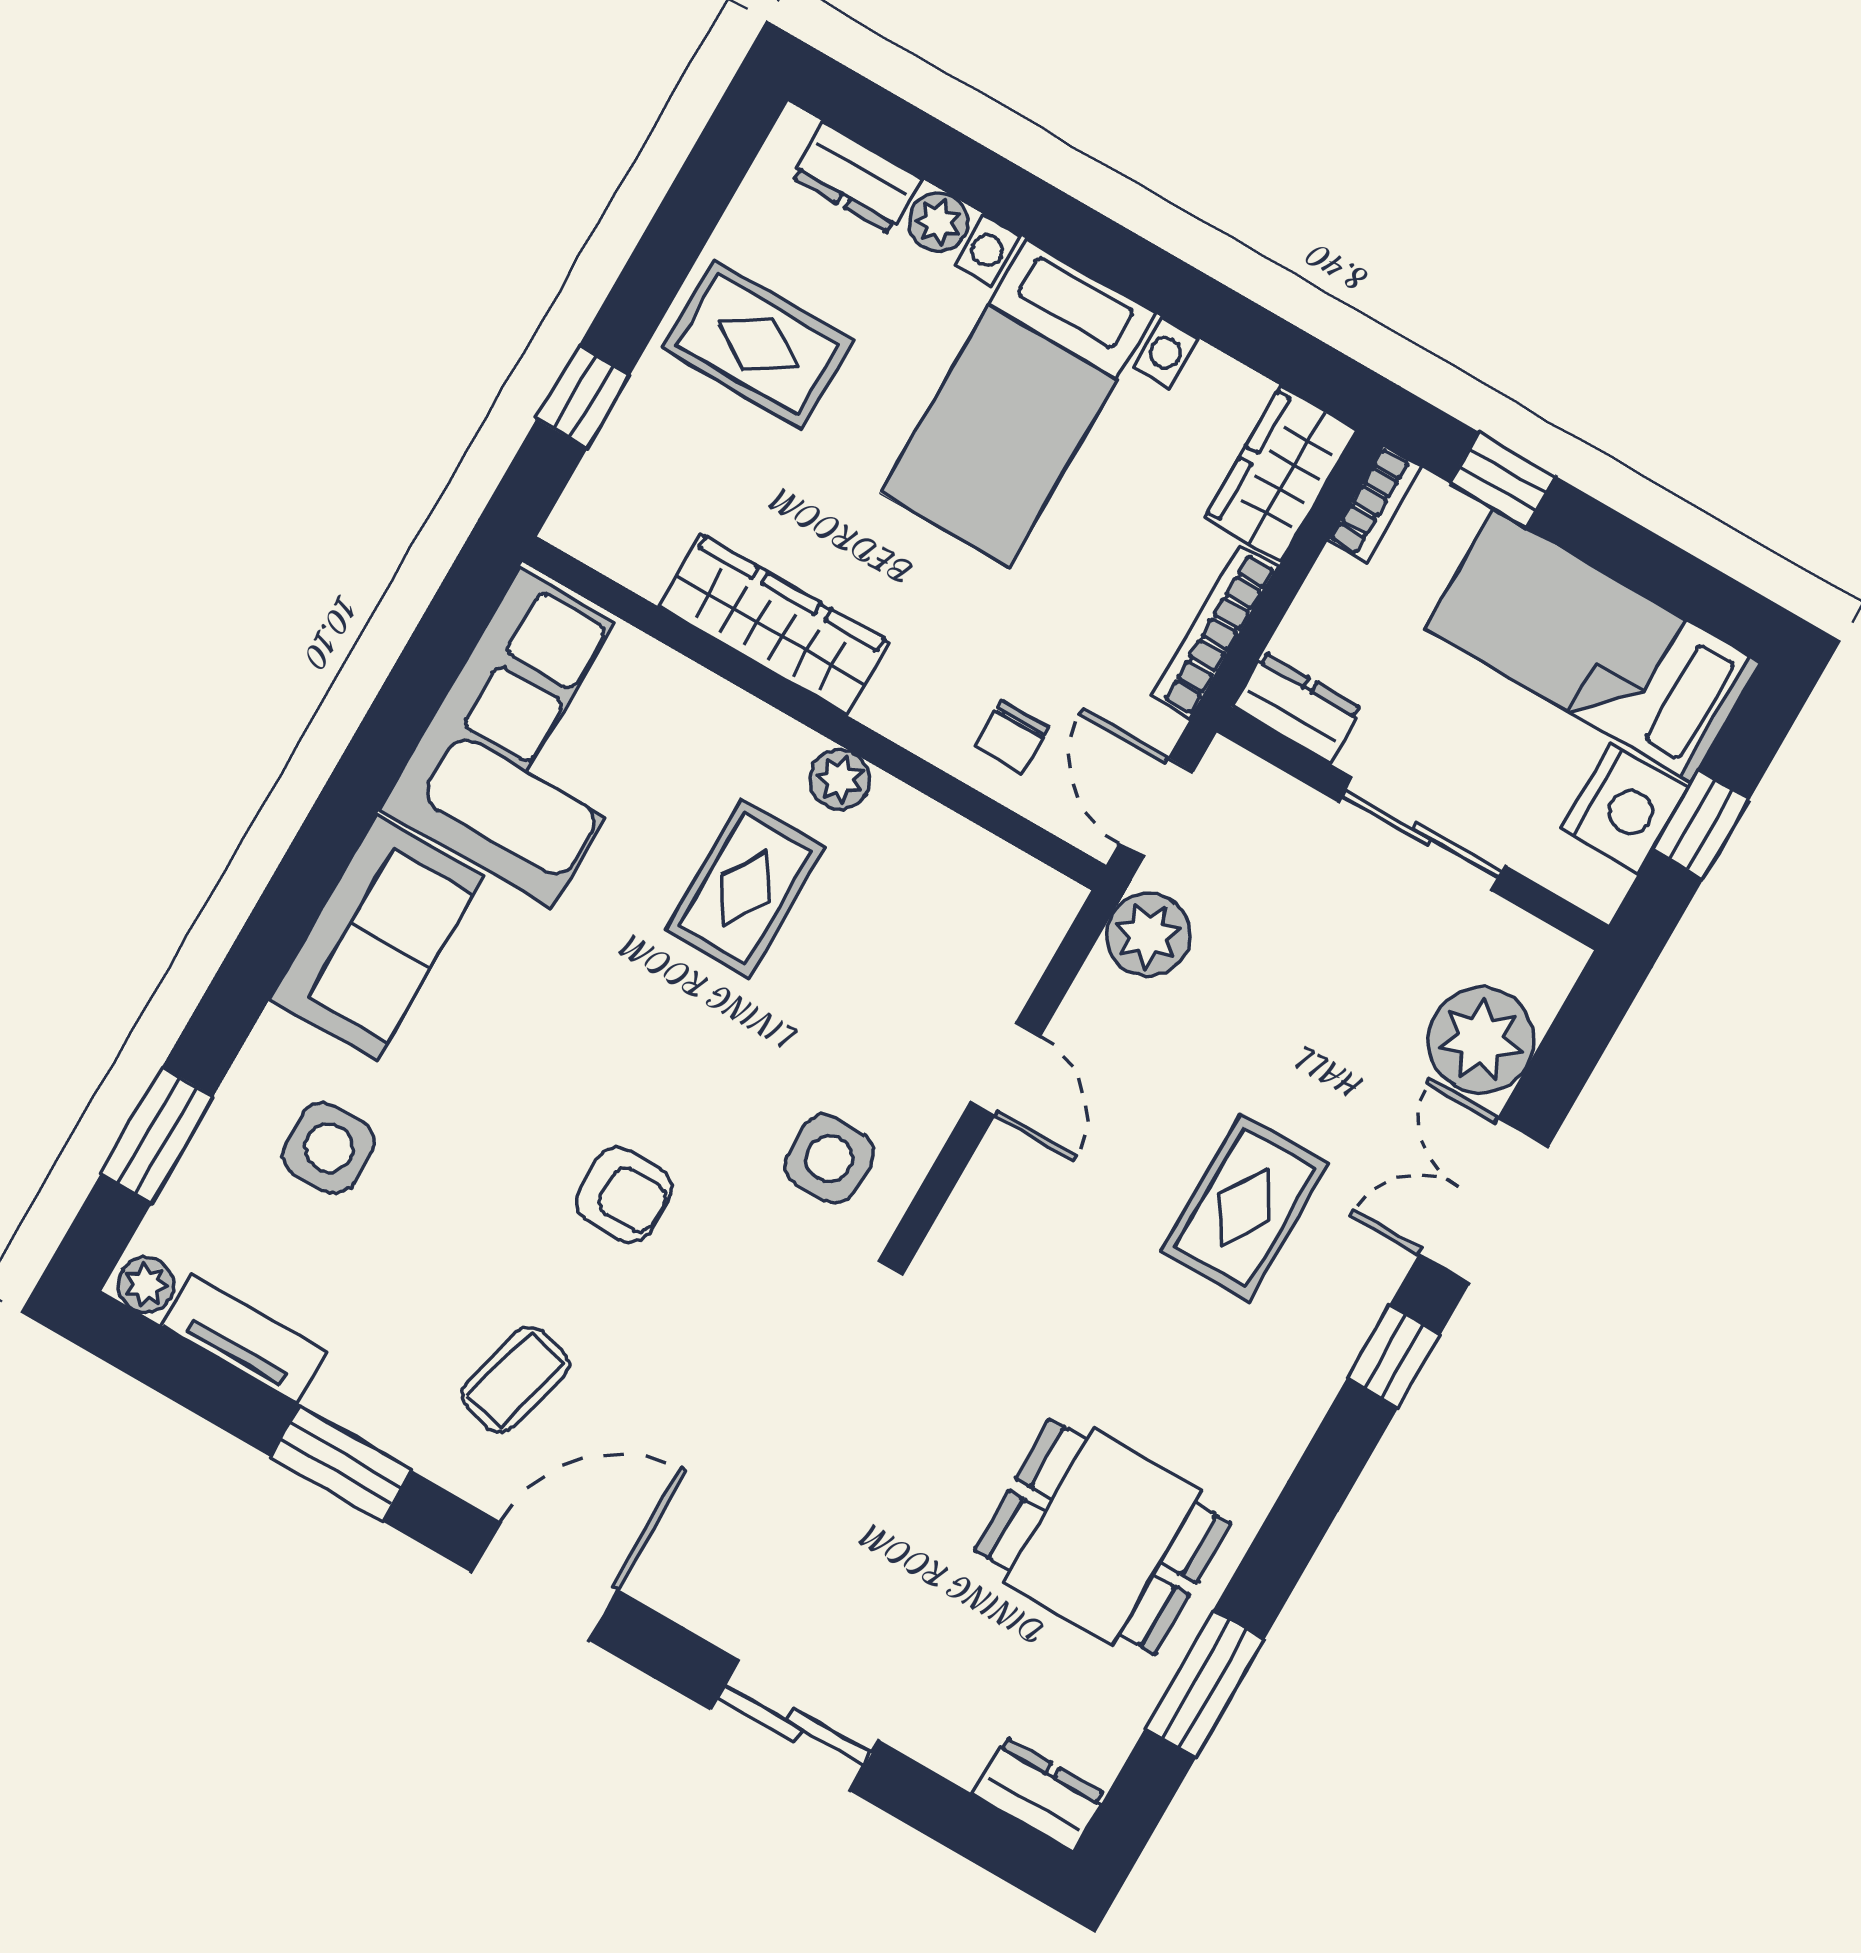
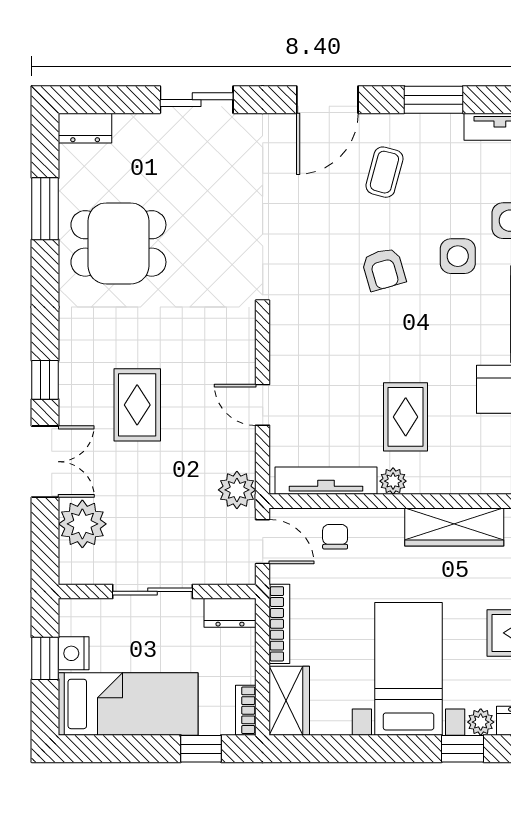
window: (1002, 191) -> (463, 749), added
nightstand: (1624, 808) -> (74, 653), width x0.74, depth x0.75
tv unit: (968, 854) -> (326, 481), added
side table: (829, 1159) -> (458, 256), moved
armchair: (624, 1195) -> (384, 269), turned -106

